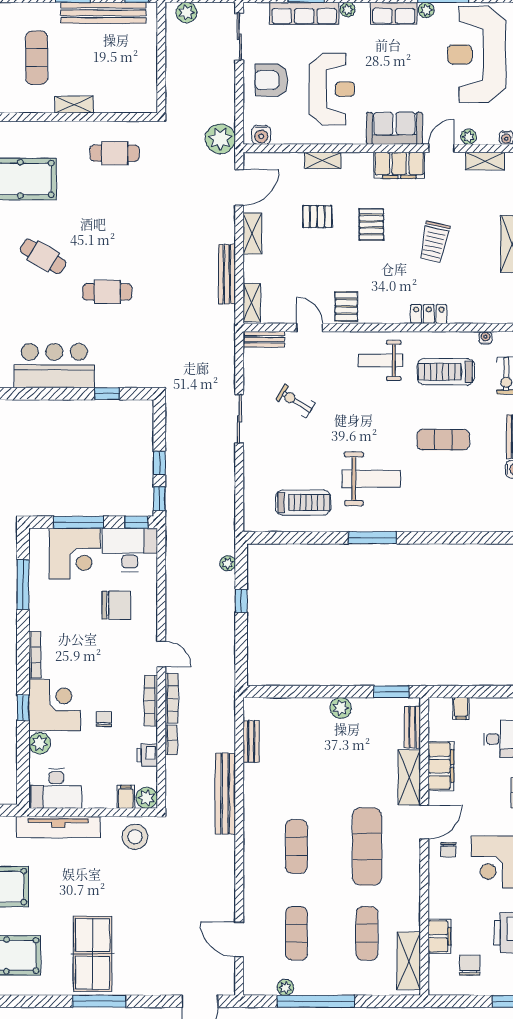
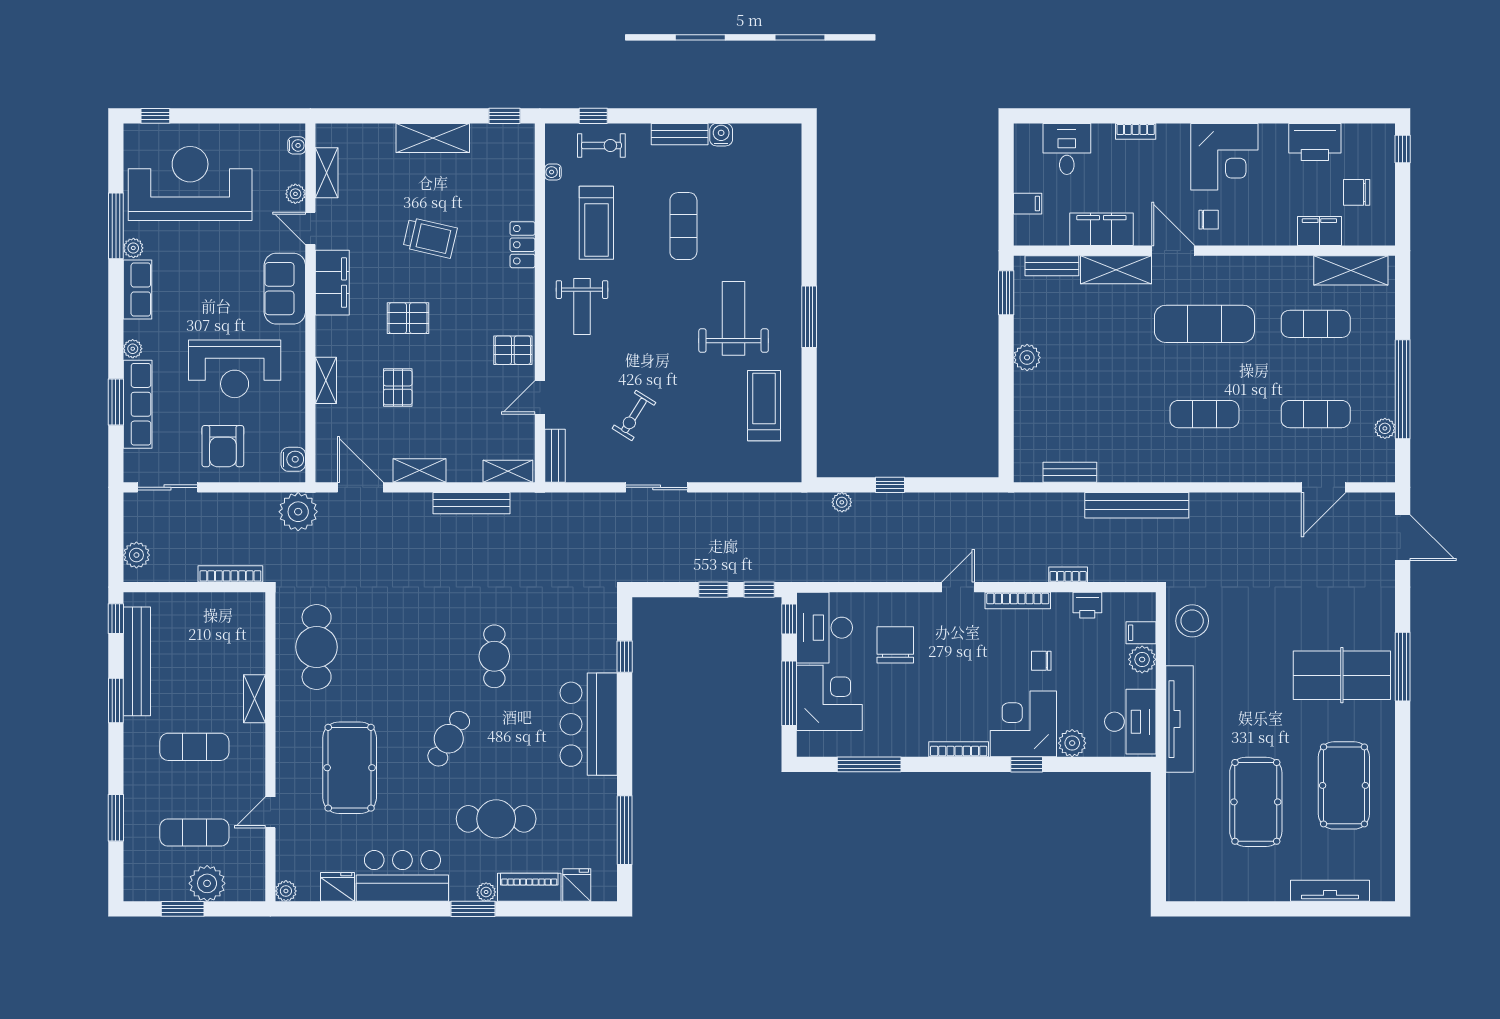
reception desk: (477, 54) -> (190, 183), turned 180
reception desk: (332, 89) -> (235, 369), turned 180
cafe table: (115, 153) -> (317, 647), width x1.37, depth x1.35
bookcase: (172, 698) -> (230, 574), moved
plant: (147, 798) -> (1142, 659), moved

